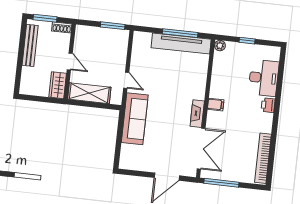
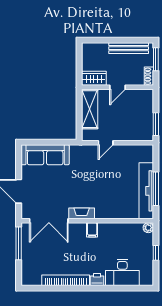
sofa: (135, 119) -> (45, 155), moved
bookcase: (263, 158) -> (66, 280), moved

